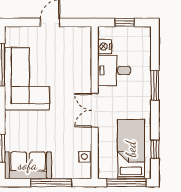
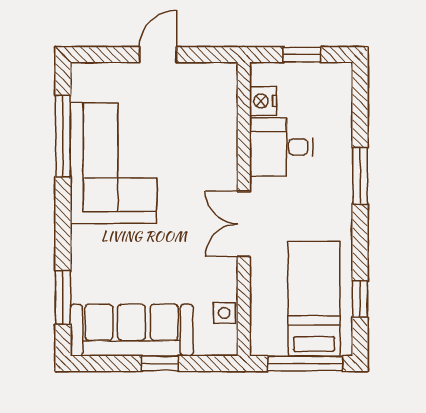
sofa: (28, 165) -> (132, 330), width x1.36
window: (51, 183) -> (160, 363), width x0.46

